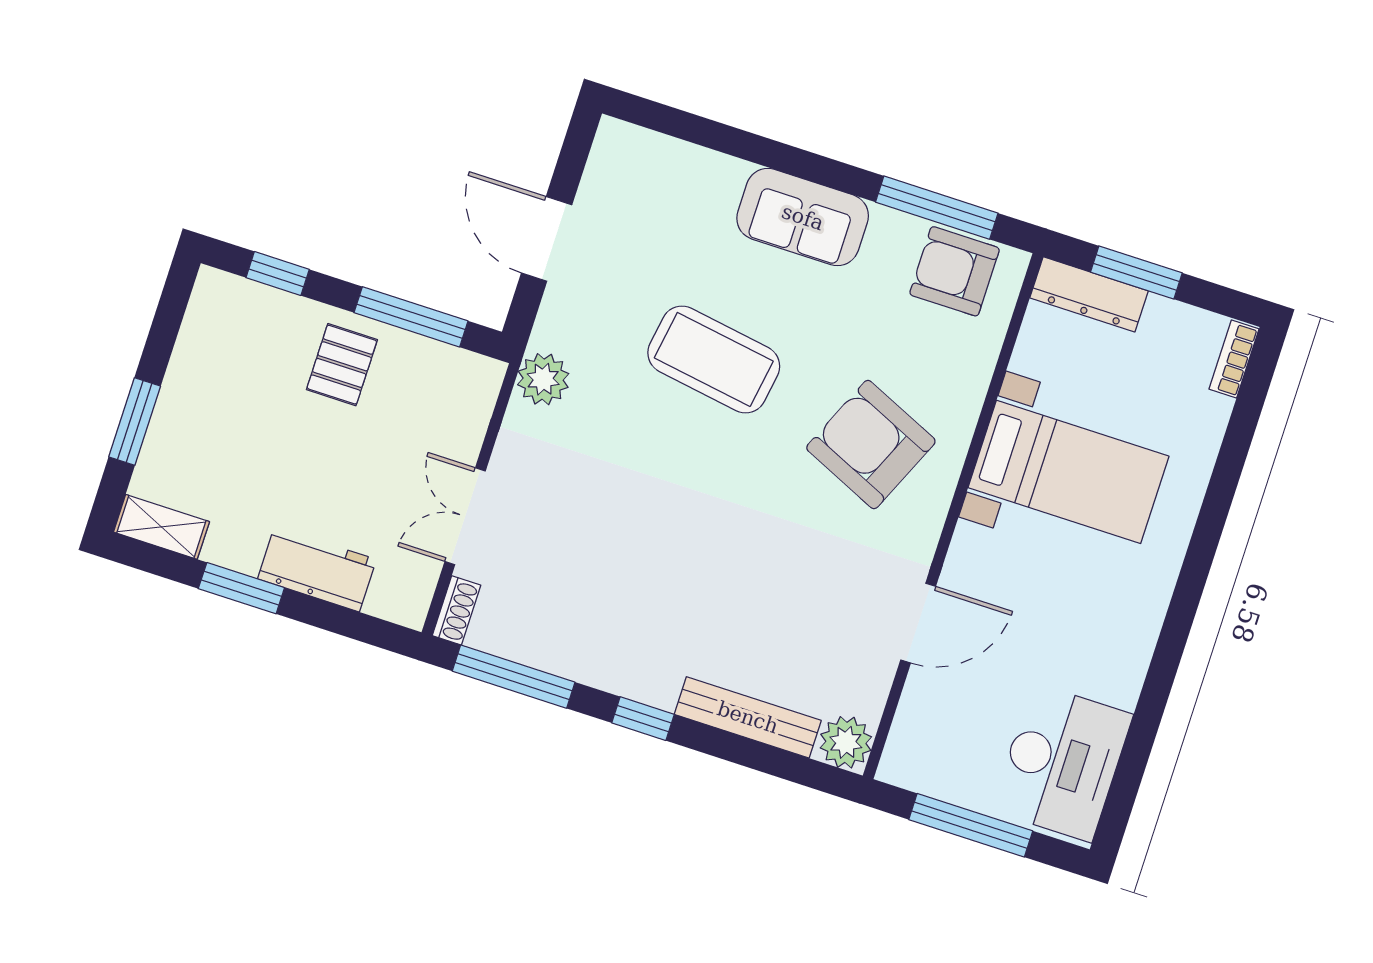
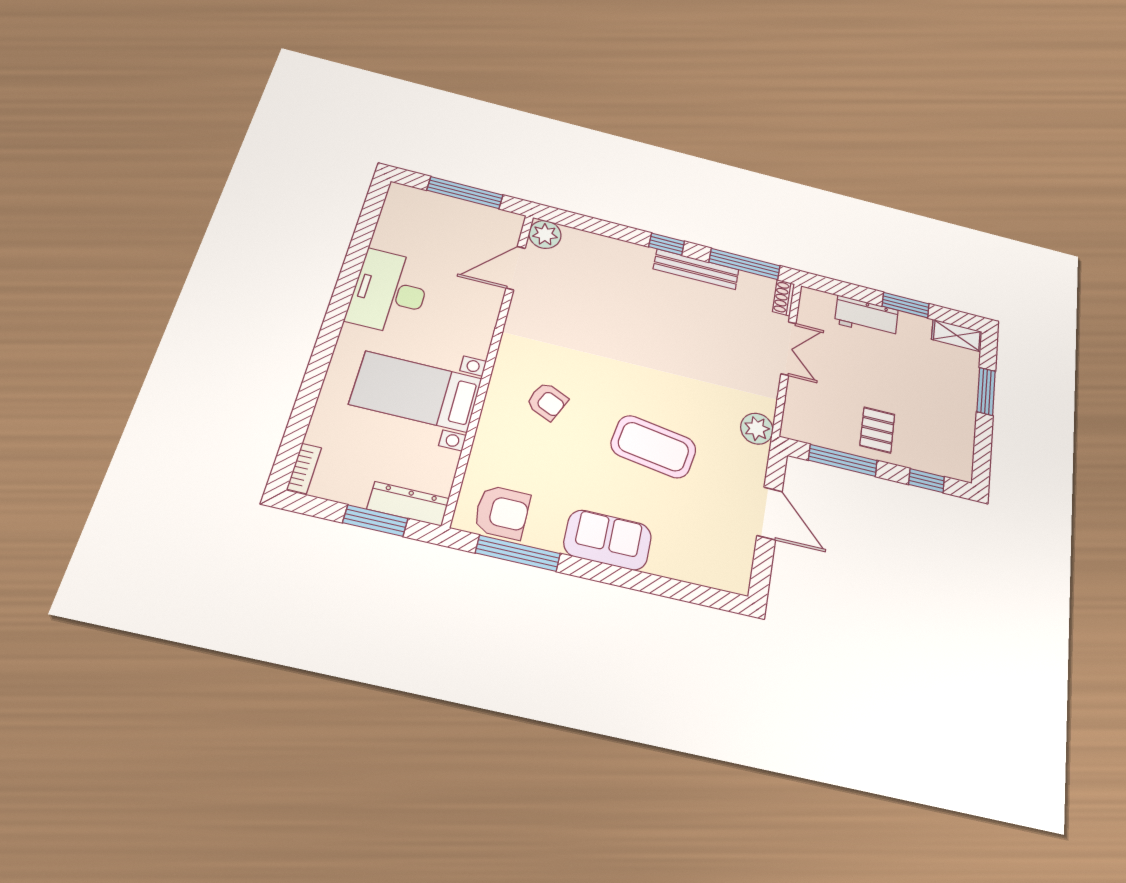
armchair: (871, 444) -> (547, 401), width x0.53, depth x0.53
door: (918, 623) -> (516, 268), moved
bench: (748, 717) -> (696, 269), moved
desk: (1062, 762) -> (389, 292), moved

